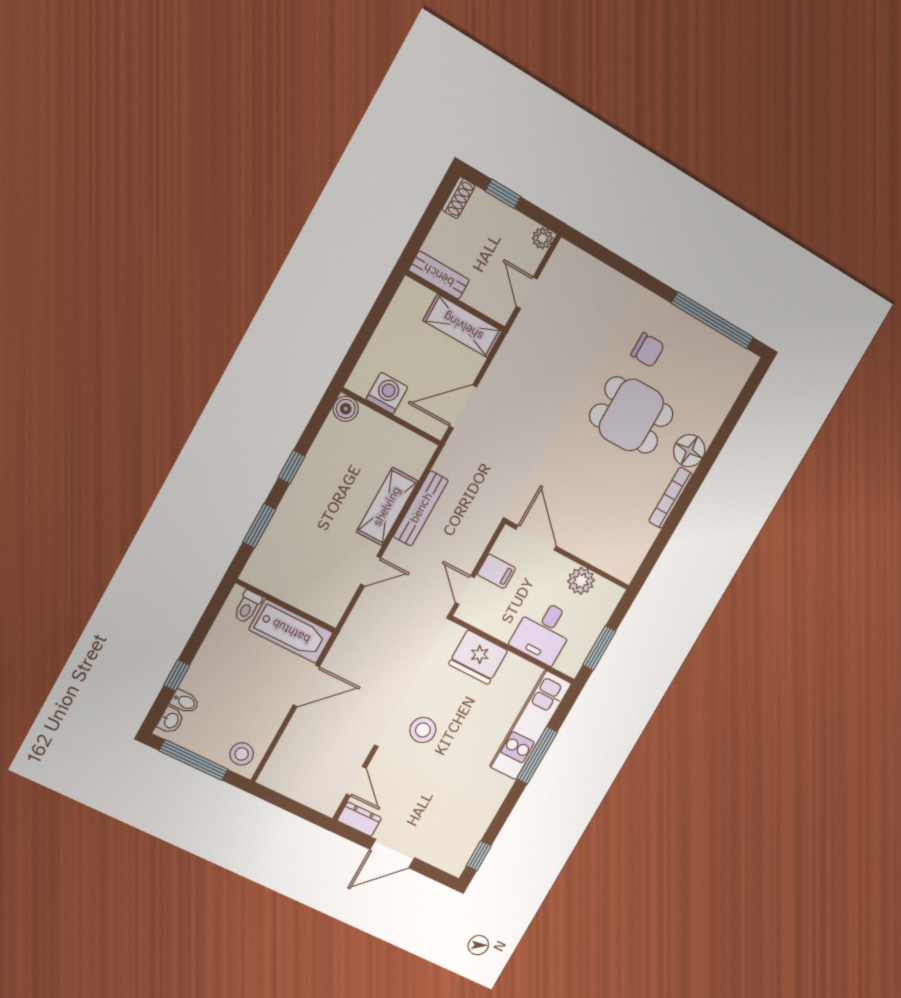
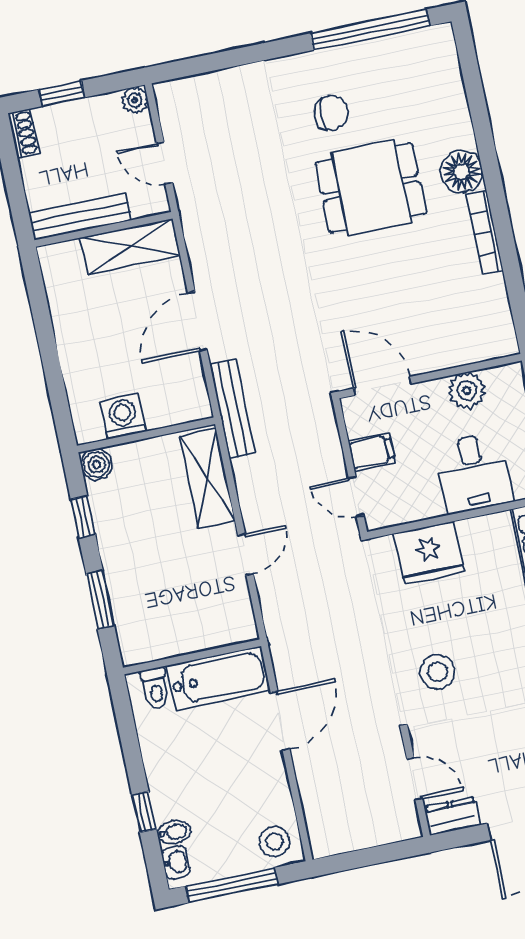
bench: (439, 275) -> (80, 217), width x1.36
washing machine: (387, 393) -> (123, 416), moved
boiler: (346, 409) -> (96, 464), moved
wall: (391, 417) -> (146, 435), moved
bench: (421, 508) -> (233, 409), moved

